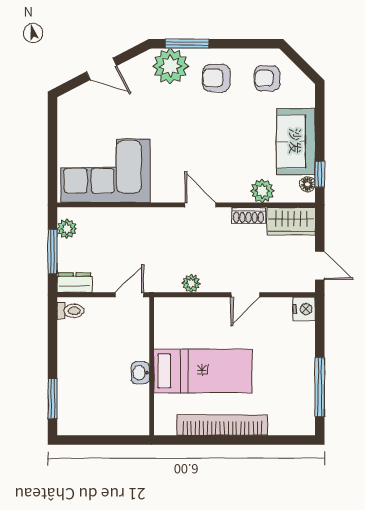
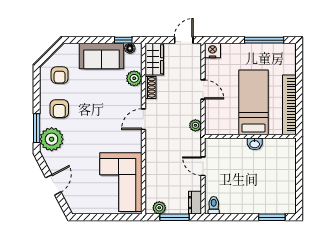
wall: (152, 366) -> (250, 136), moved
bed: (203, 371) -> (253, 102), moved
washbasin: (140, 373) -> (255, 144), moved

